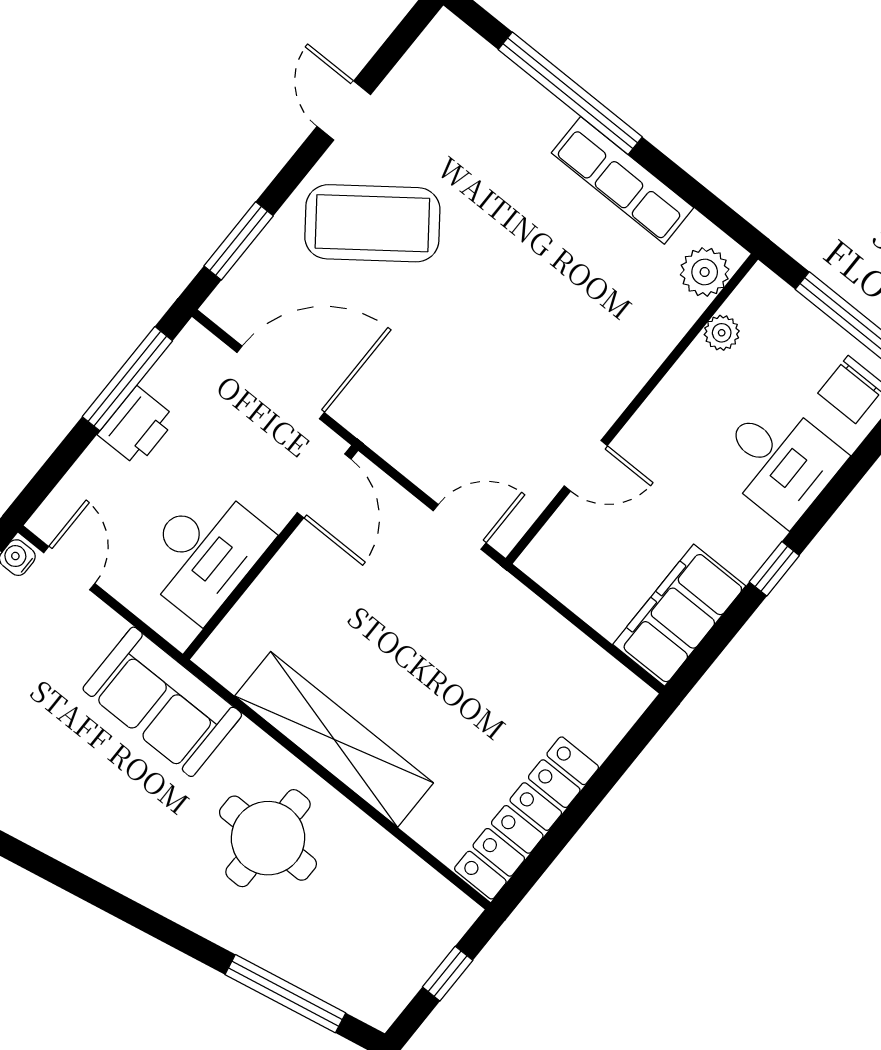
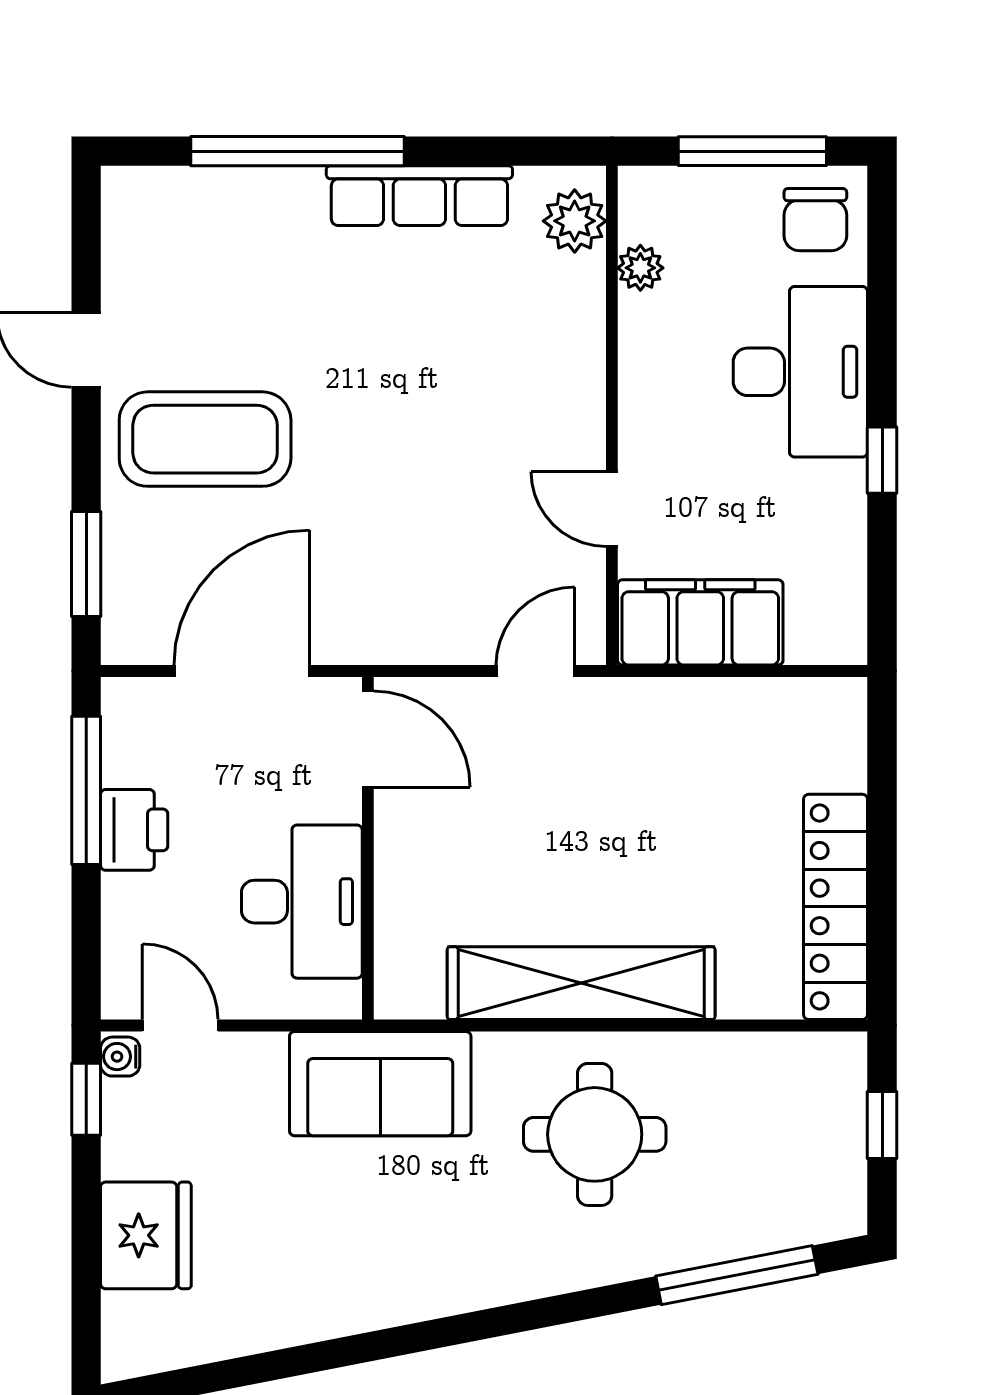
coffee table: (372, 223) -> (205, 439), turned 37
desk: (779, 461) -> (800, 372), width x1.37
door: (586, 466) -> (612, 509), swing flipped
filing cabinet: (679, 615) -> (700, 622), moved, turned 90

